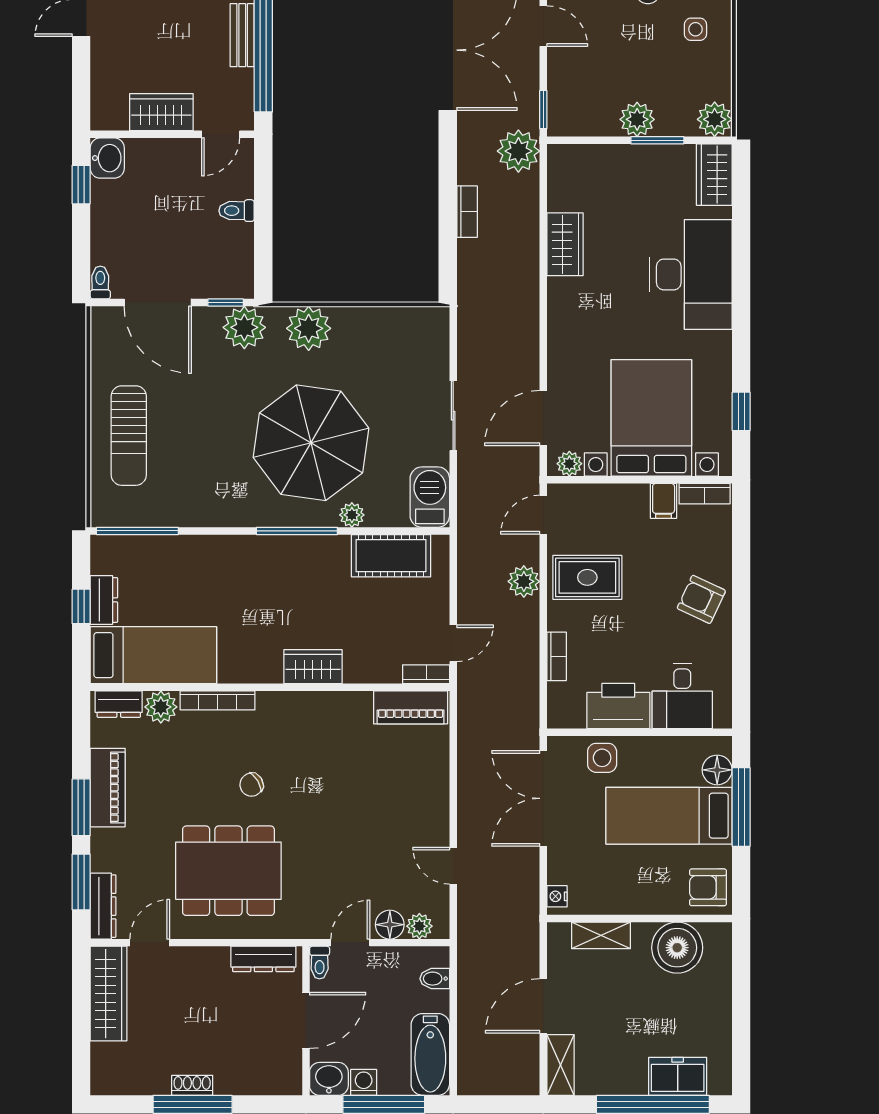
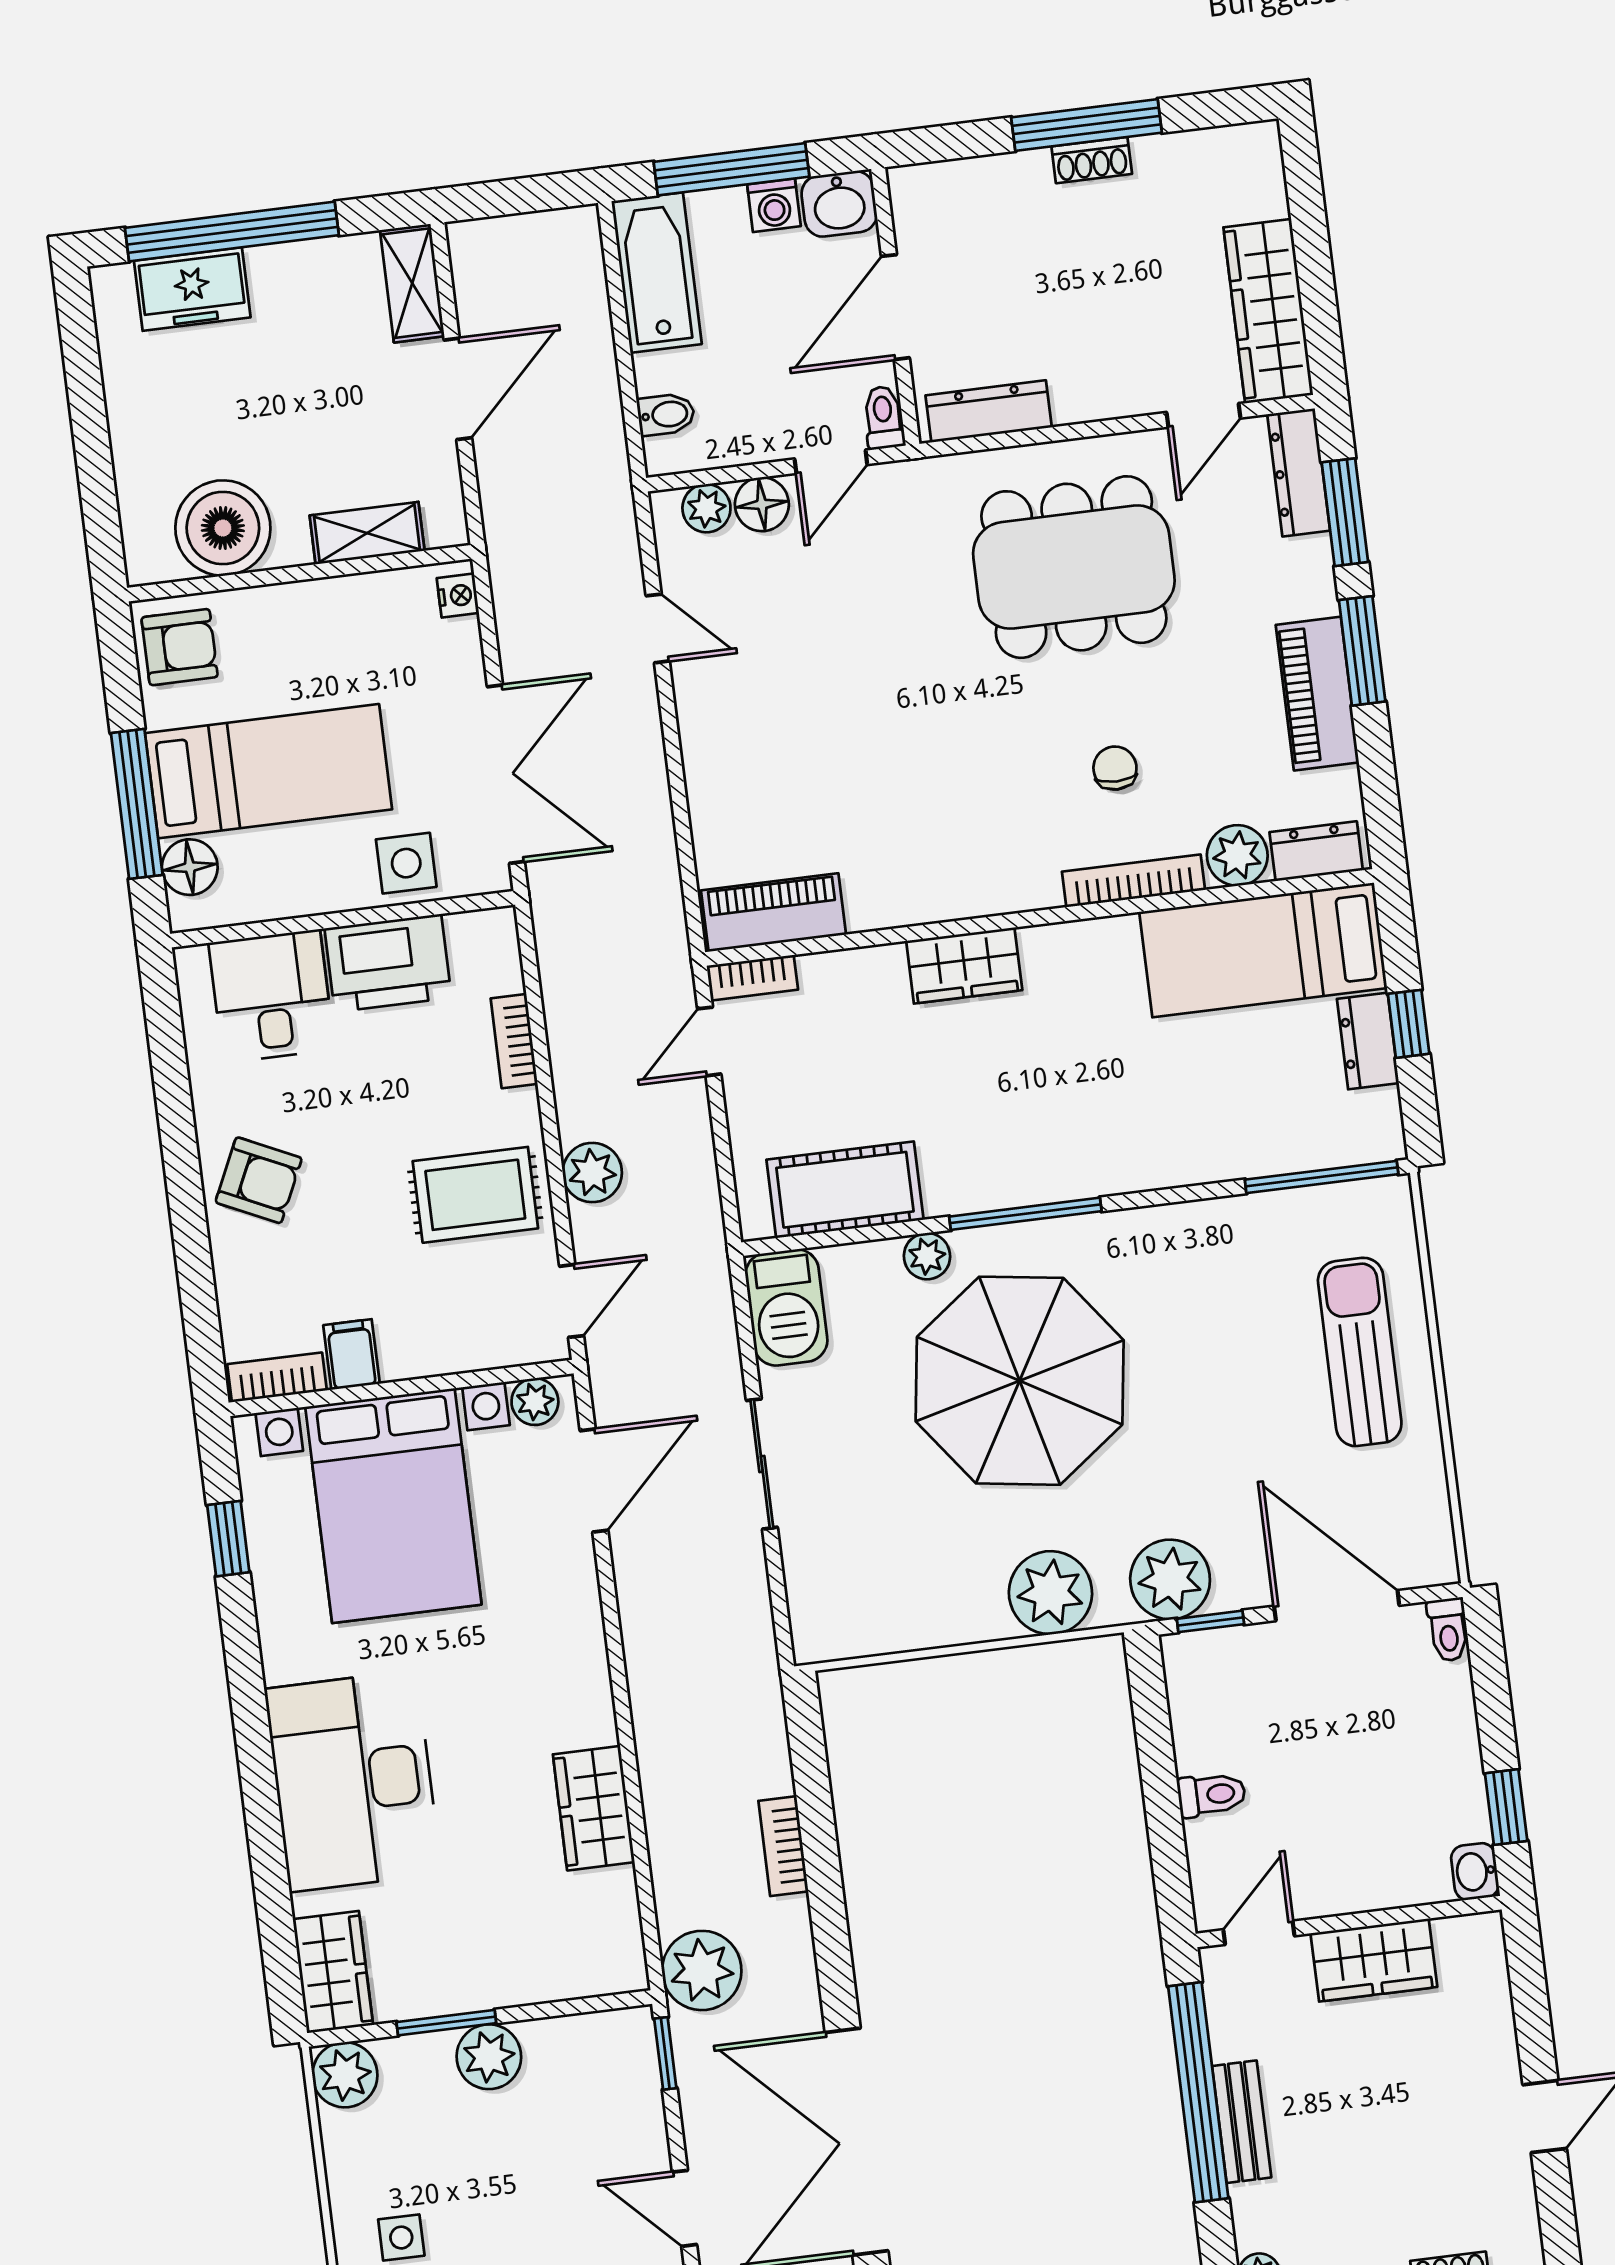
washbasin: (107, 158) -> (1475, 1872), width x0.72, depth x0.69
chair: (251, 785) -> (1115, 768), moved, turned -59

